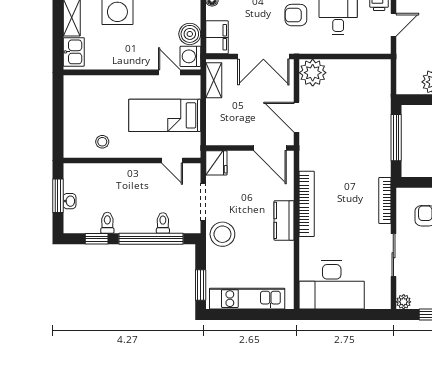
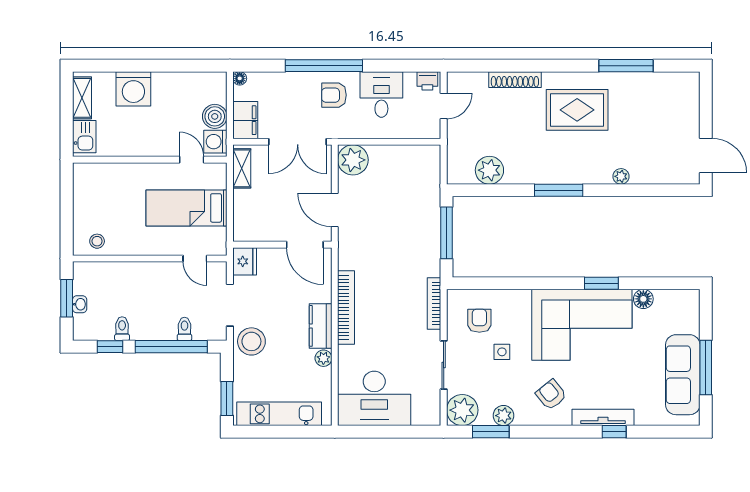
stool: (102, 142) -> (97, 241), moved
plant: (287, 249) -> (323, 358), added
plant: (404, 302) -> (462, 410), width x1.87, depth x1.87

